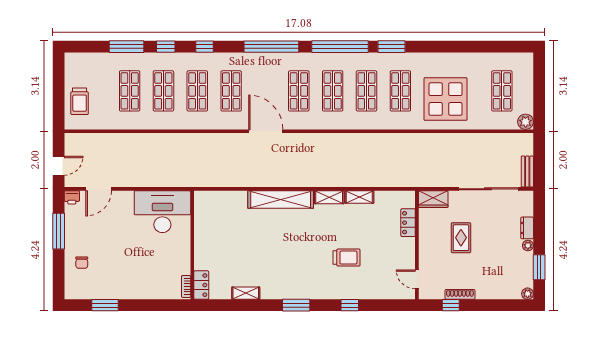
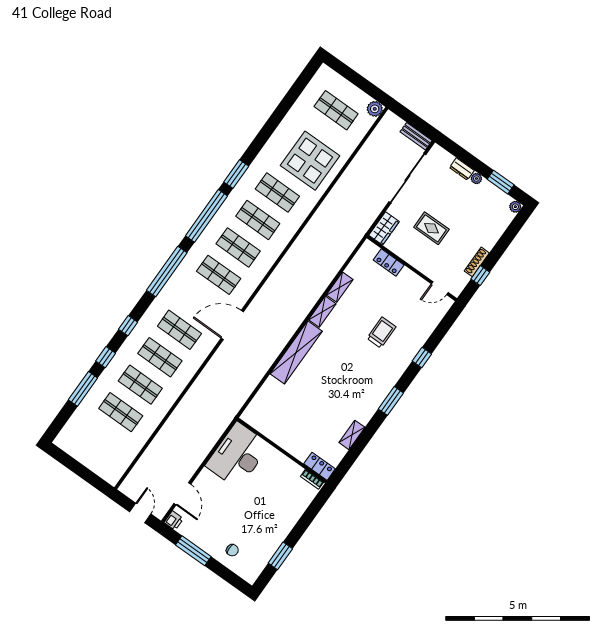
trolley: (80, 101) -> (100, 459), removed

